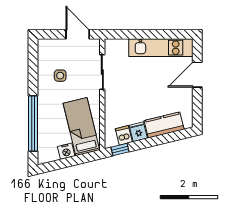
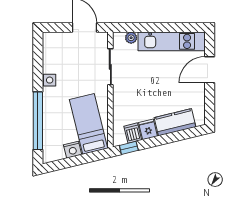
plant: (122, 44) -> (131, 38), added
side table: (60, 76) -> (50, 80), moved

